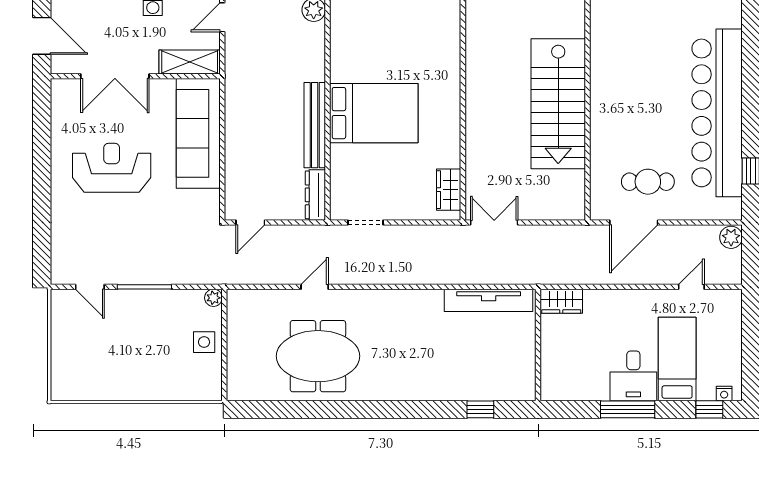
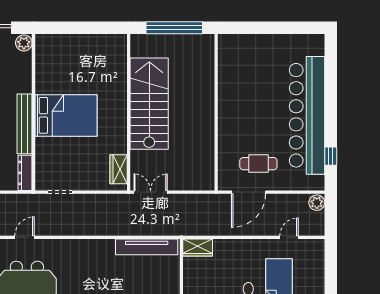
stairs: (558, 104) -> (149, 104), moved, turned 180

